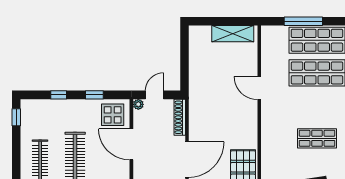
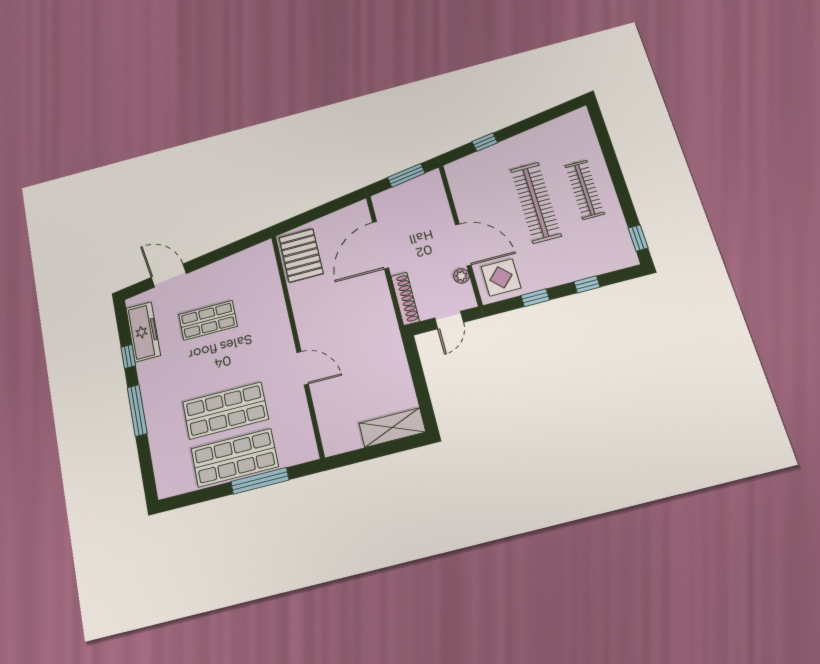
shelving: (233, 34) -> (392, 428), moved
plant: (138, 104) -> (461, 276), moved

